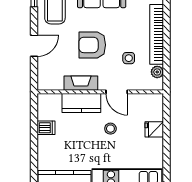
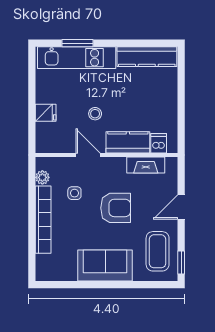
fireplace: (81, 83) -> (146, 165), moved
dishwasher: (46, 128) -> (159, 143), moved, turned 90

